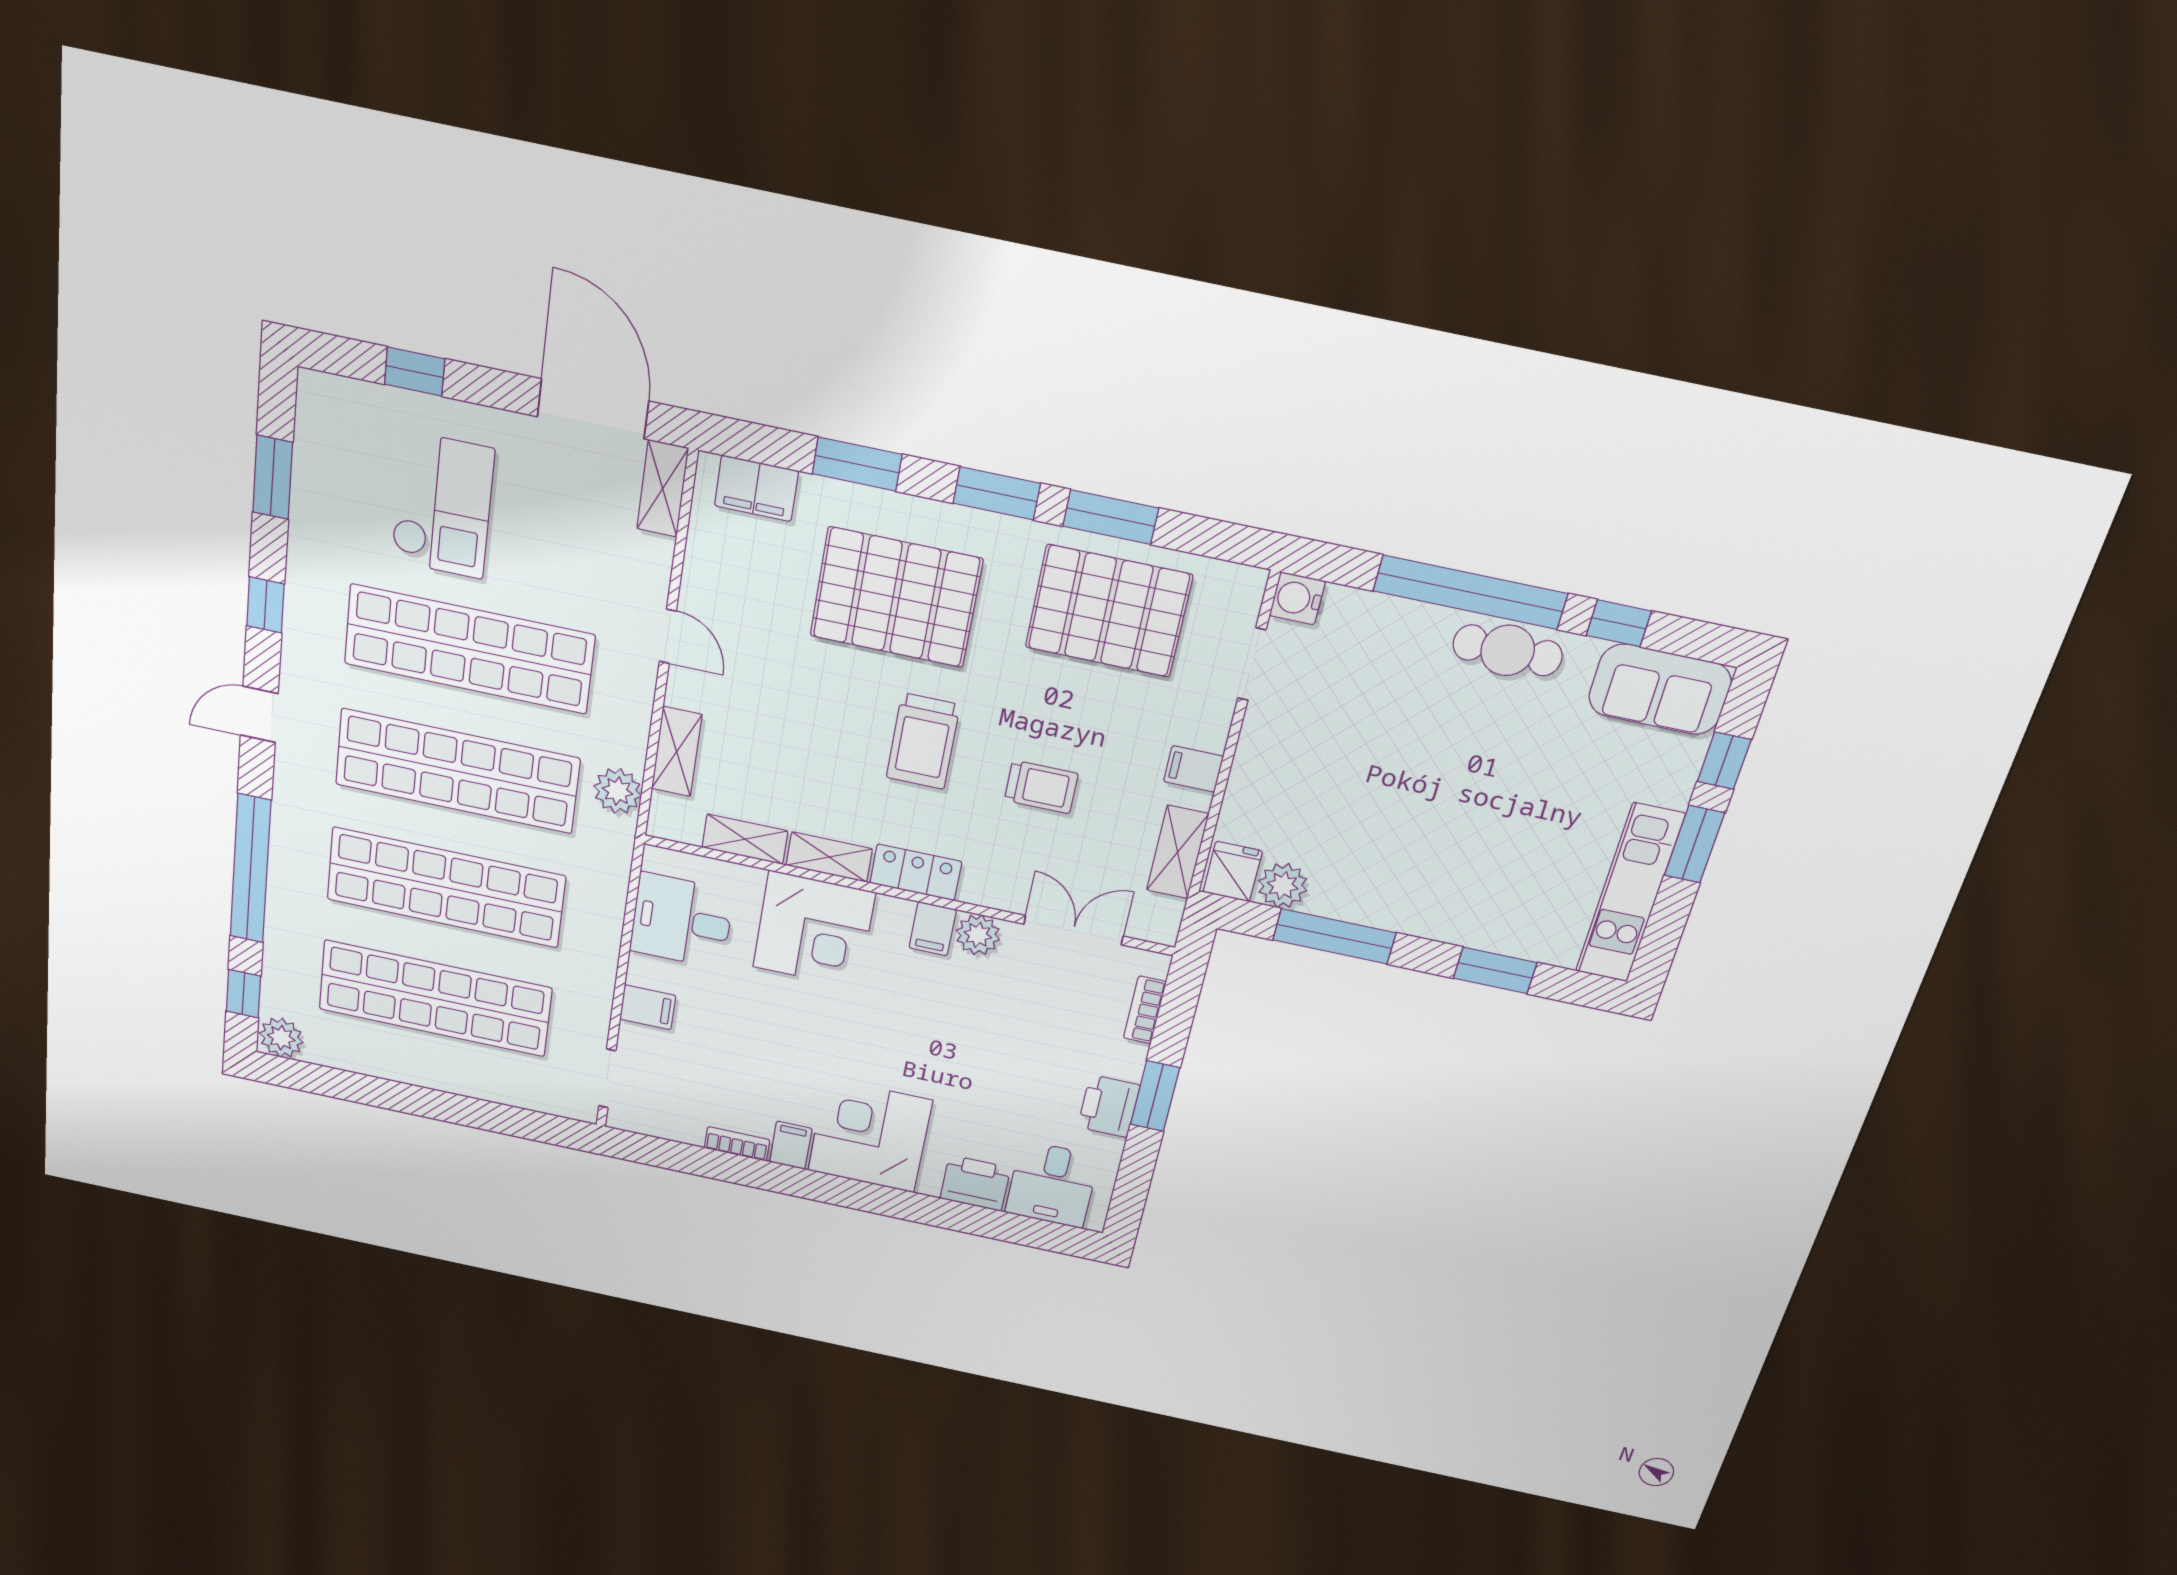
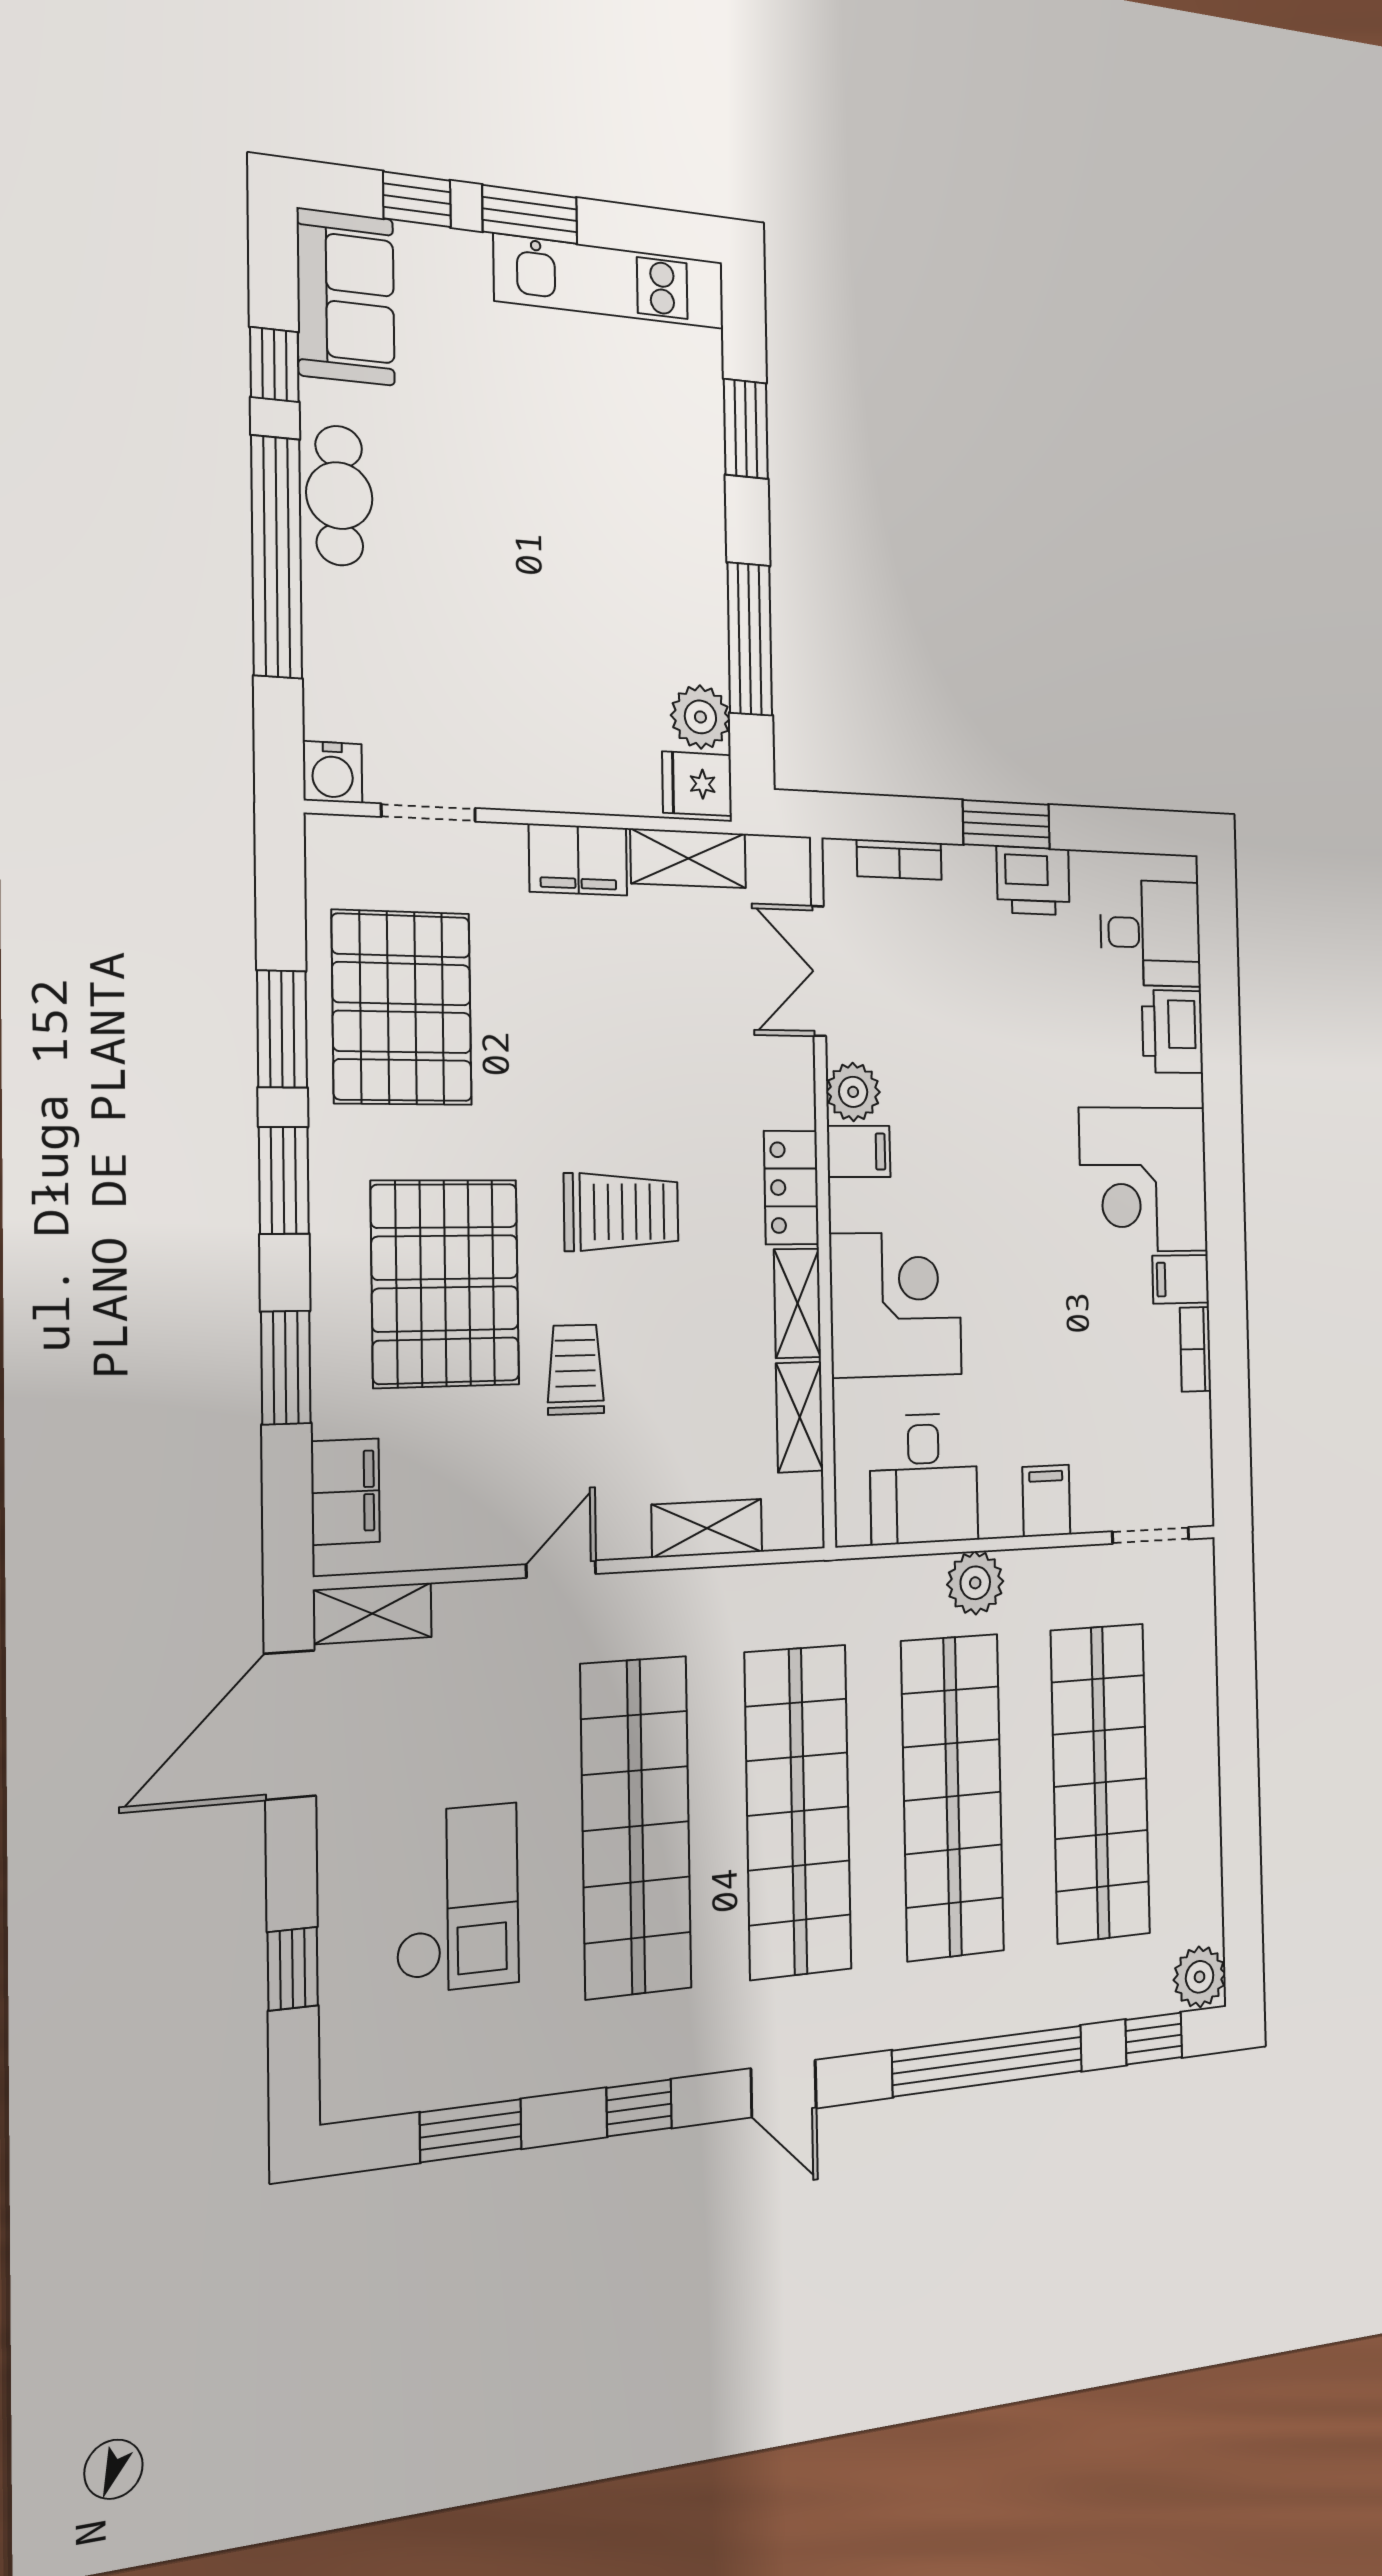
checkout: (442, 505) -> (457, 1898), turned 90
filing cabinet: (1193, 769) -> (578, 860), width x2.00
trolley: (1041, 787) -> (575, 1370), moved
plant: (618, 791) -> (975, 1583), moved

